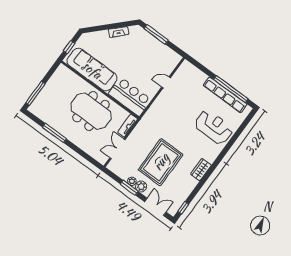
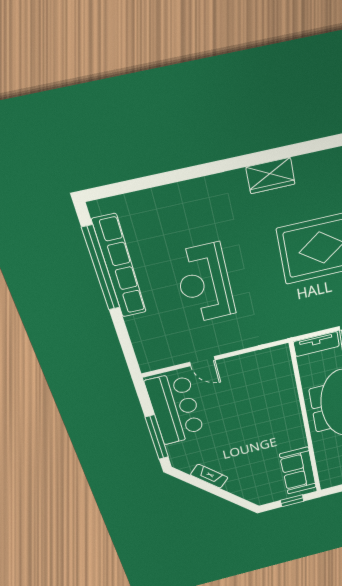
sofa: (92, 70) -> (298, 471), width x0.54, depth x0.79
bar counter: (130, 97) -> (175, 409), moved, turned 180
reception desk: (214, 127) -> (205, 283), moved

